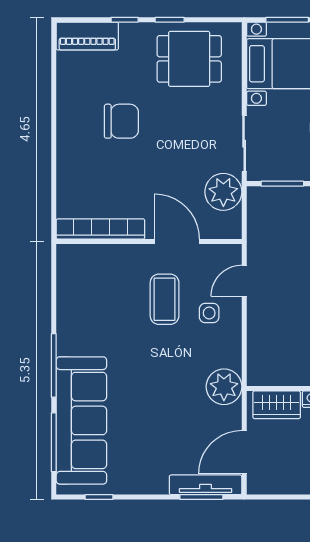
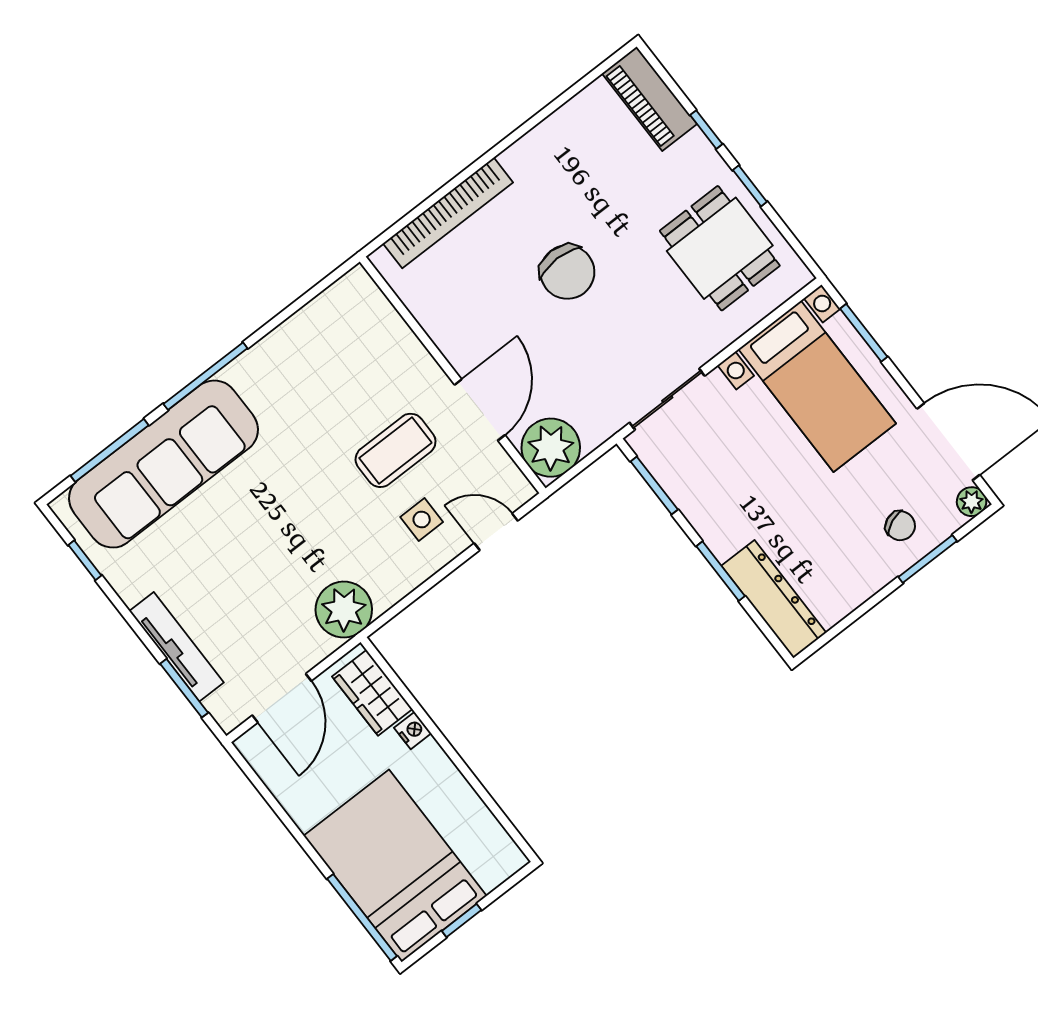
chair: (121, 121) -> (567, 272), moved
plant: (223, 192) -> (551, 448), moved
bookcase: (100, 229) -> (448, 213), moved, turned 90
door: (244, 452) -> (282, 698), swing flipped
tv unit: (206, 485) -> (176, 647), moved

